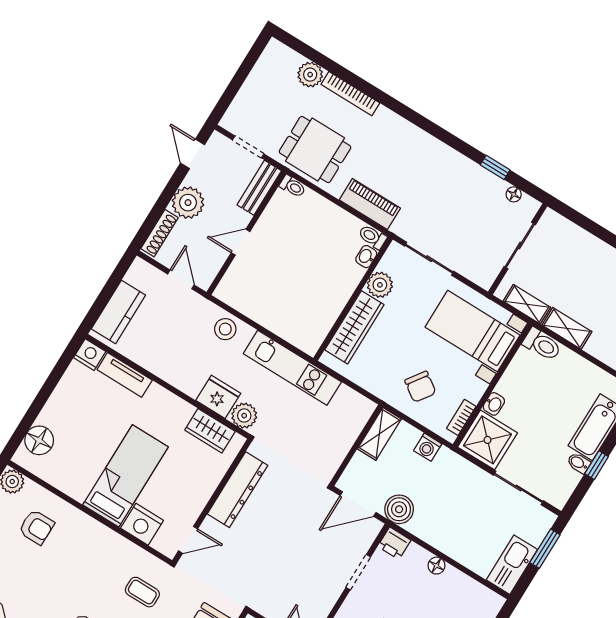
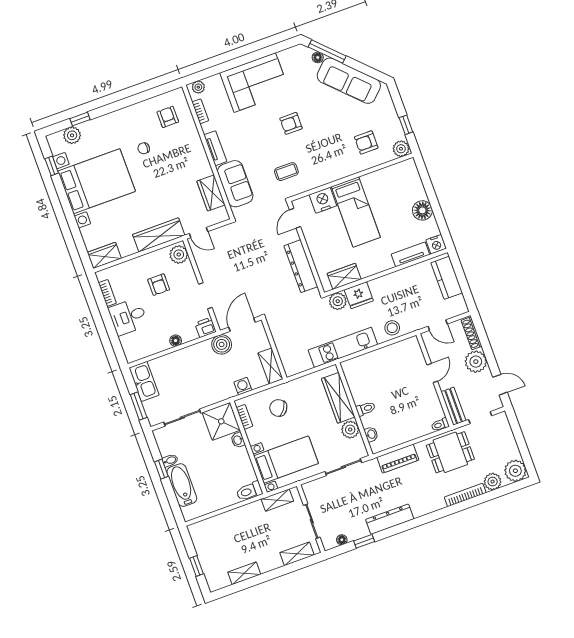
plant: (277, 58) -> (515, 471), added
dresser: (447, 158) -> (390, 519), added
toilet: (372, 237) -> (366, 409), moved
shelving: (567, 328) -> (297, 554), moved
floor lamp: (39, 440) -> (422, 210), moved

